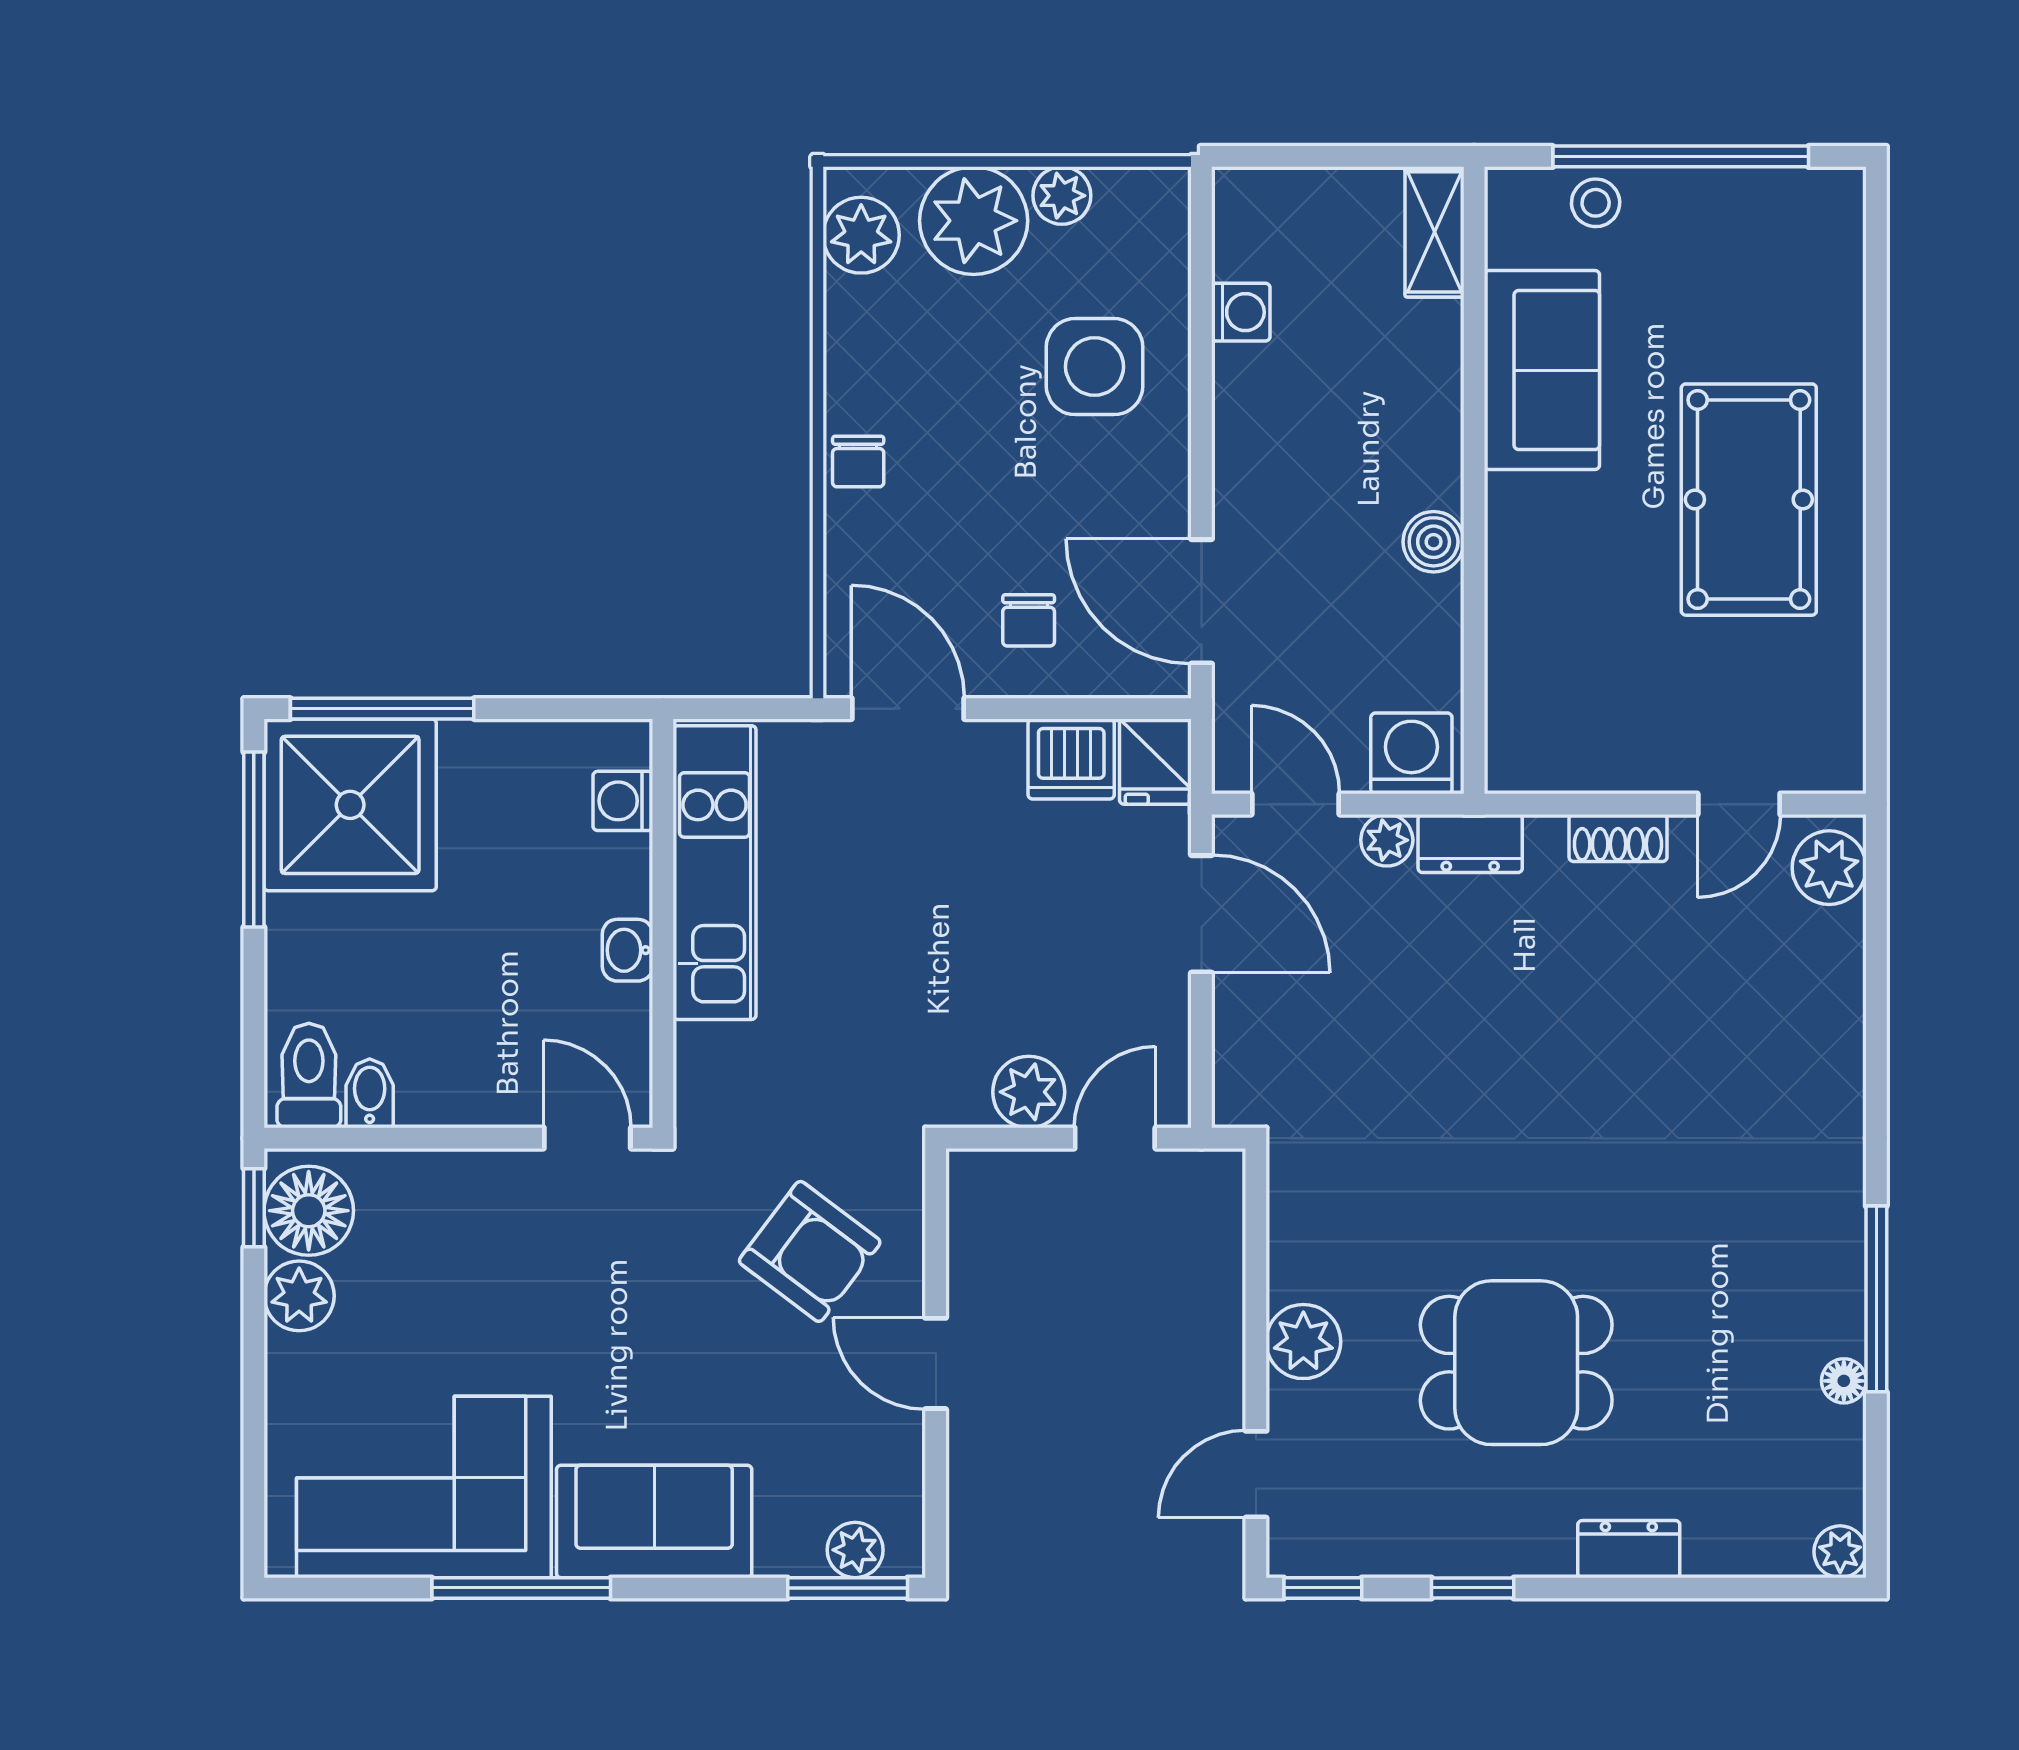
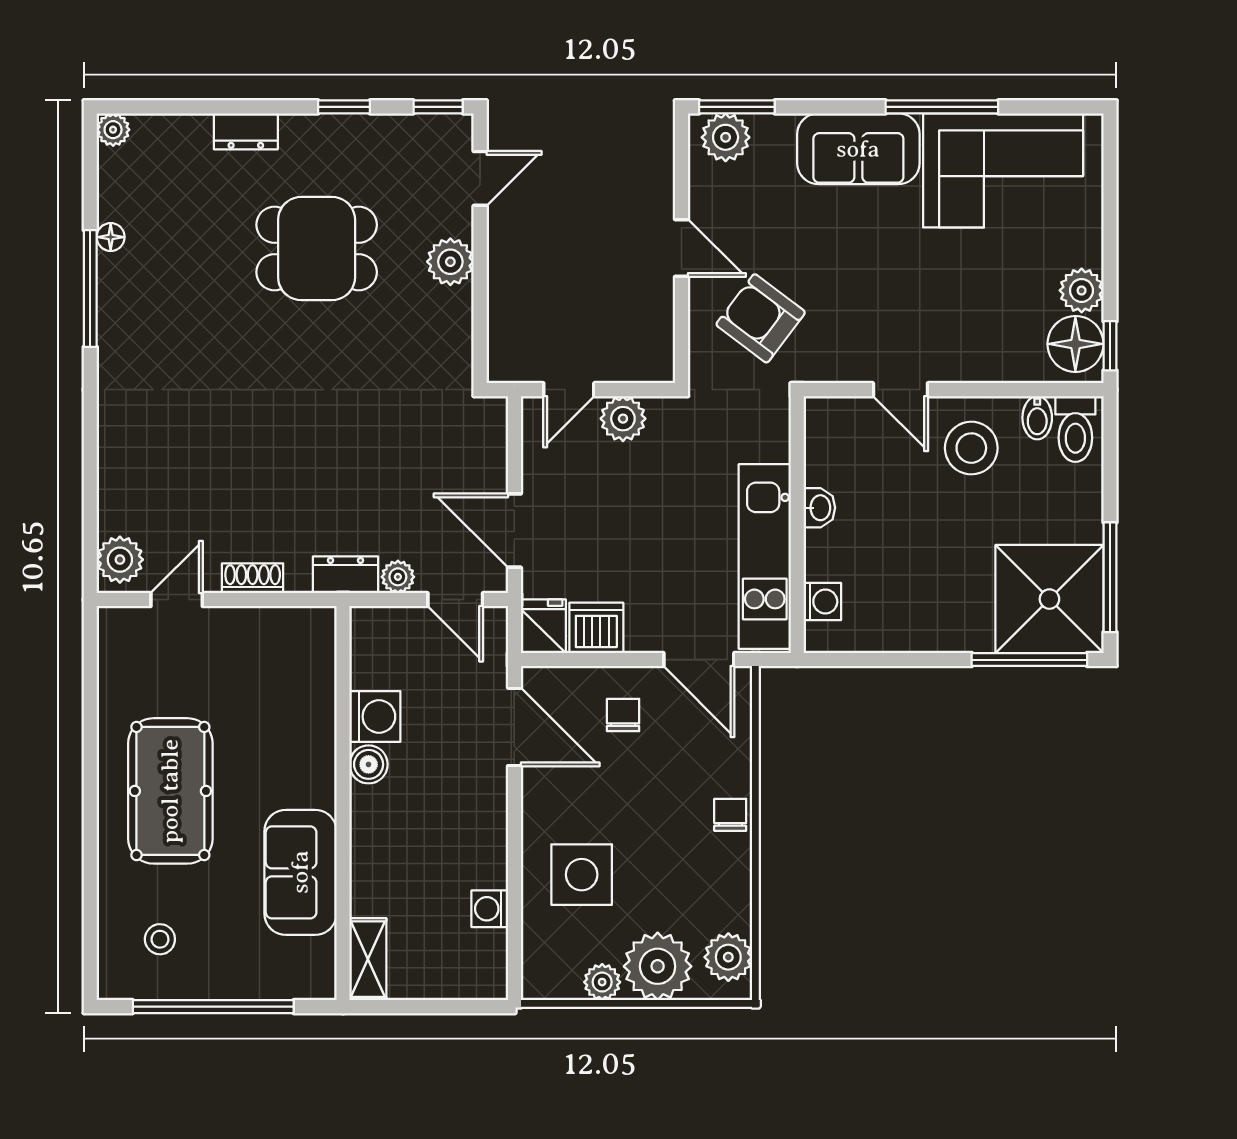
stool: (1596, 203) -> (160, 939), moved
washing machine: (1411, 753) -> (375, 717), moved, turned -90
washing machine: (623, 801) -> (822, 602), moved
kitchen unit: (715, 873) -> (765, 557), moved
wall: (663, 923) -> (797, 525), moved
washbasin: (628, 950) -> (819, 508), moved
stool: (475, 1045) -> (971, 448), added
plant: (855, 1550) -> (726, 137), width x1.38, depth x1.38

